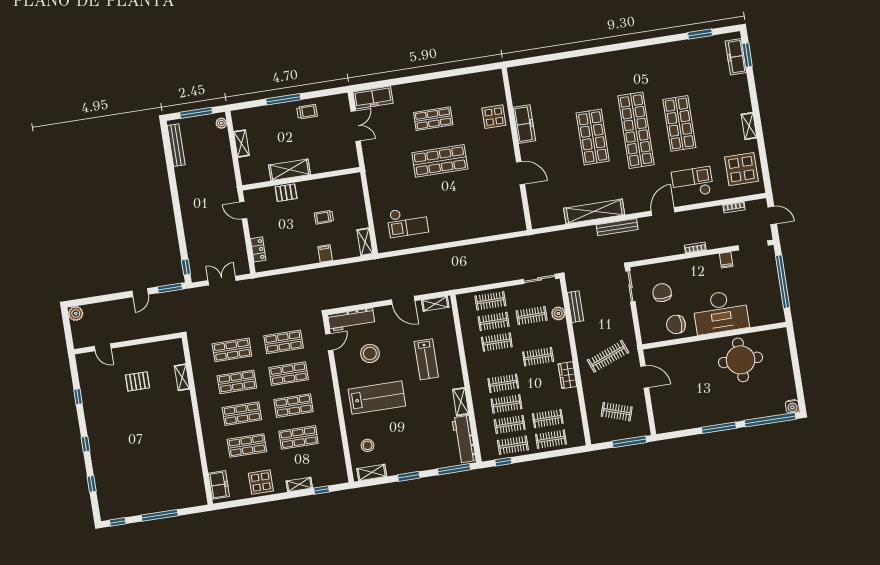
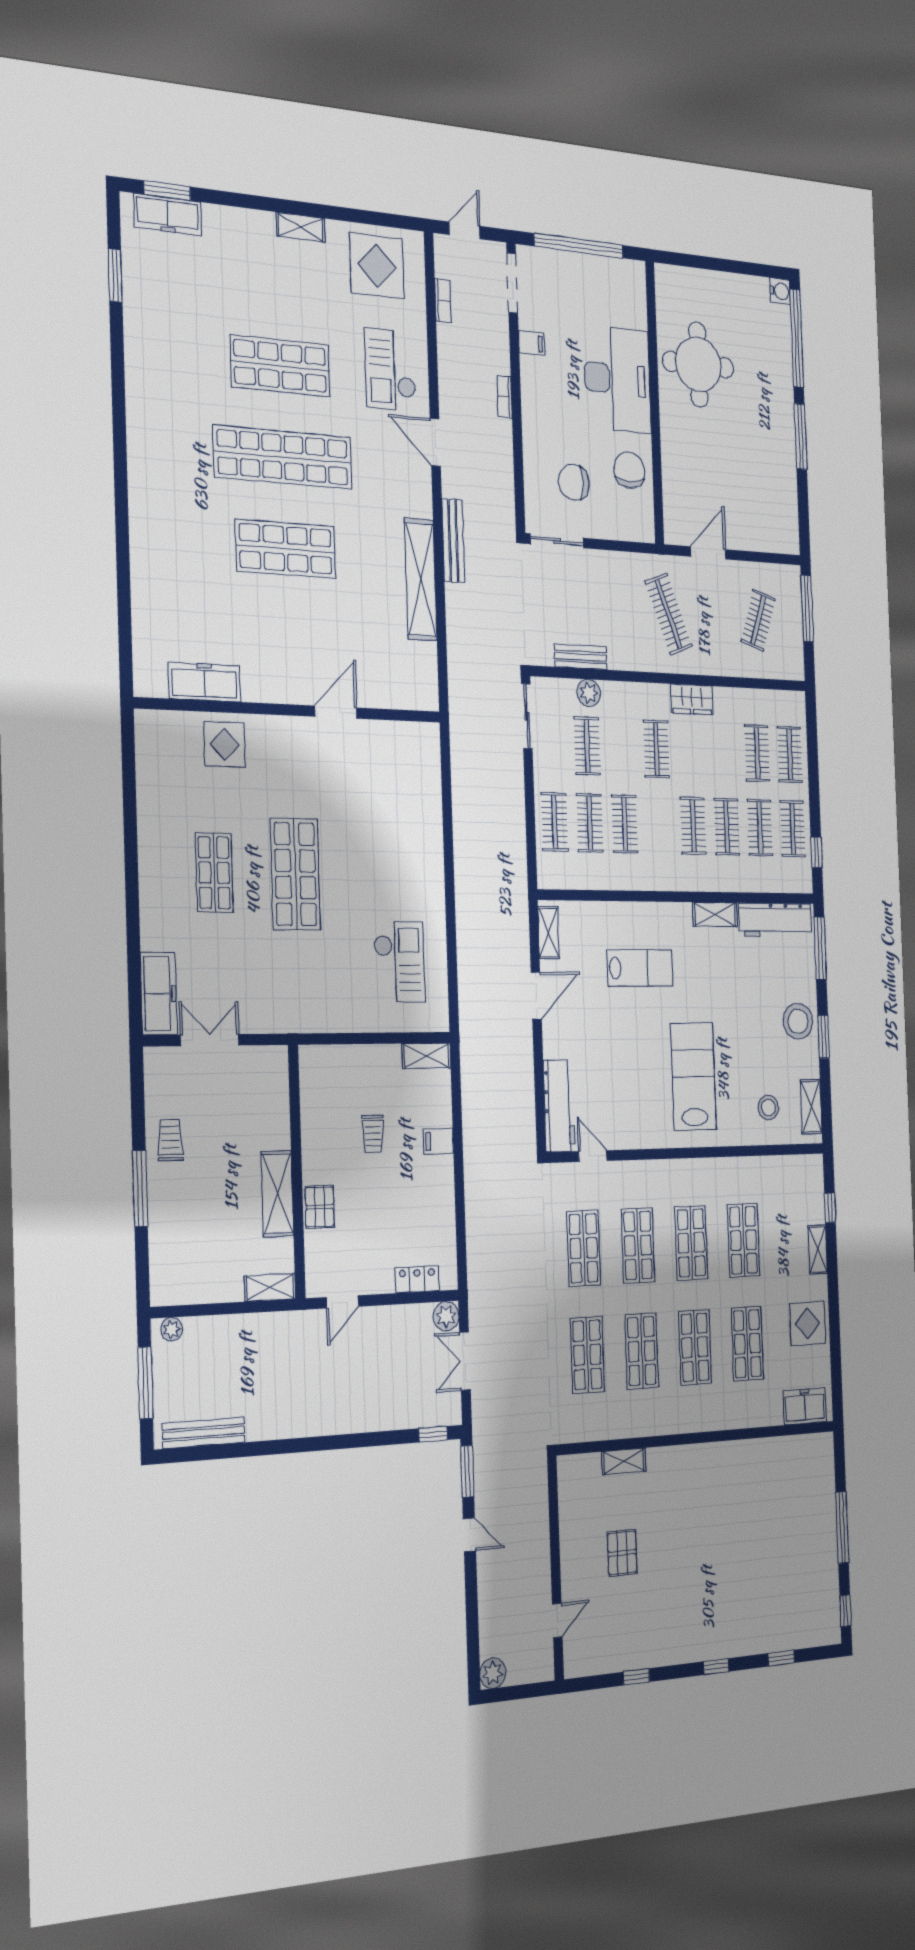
freezer: (524, 124) -> (204, 682), moved
shelving: (241, 144) -> (270, 1287), moved
plant: (242, 268) -> (446, 1316), added
chair: (676, 324) -> (629, 470), turned 180
stool: (370, 353) -> (798, 1021), moved

